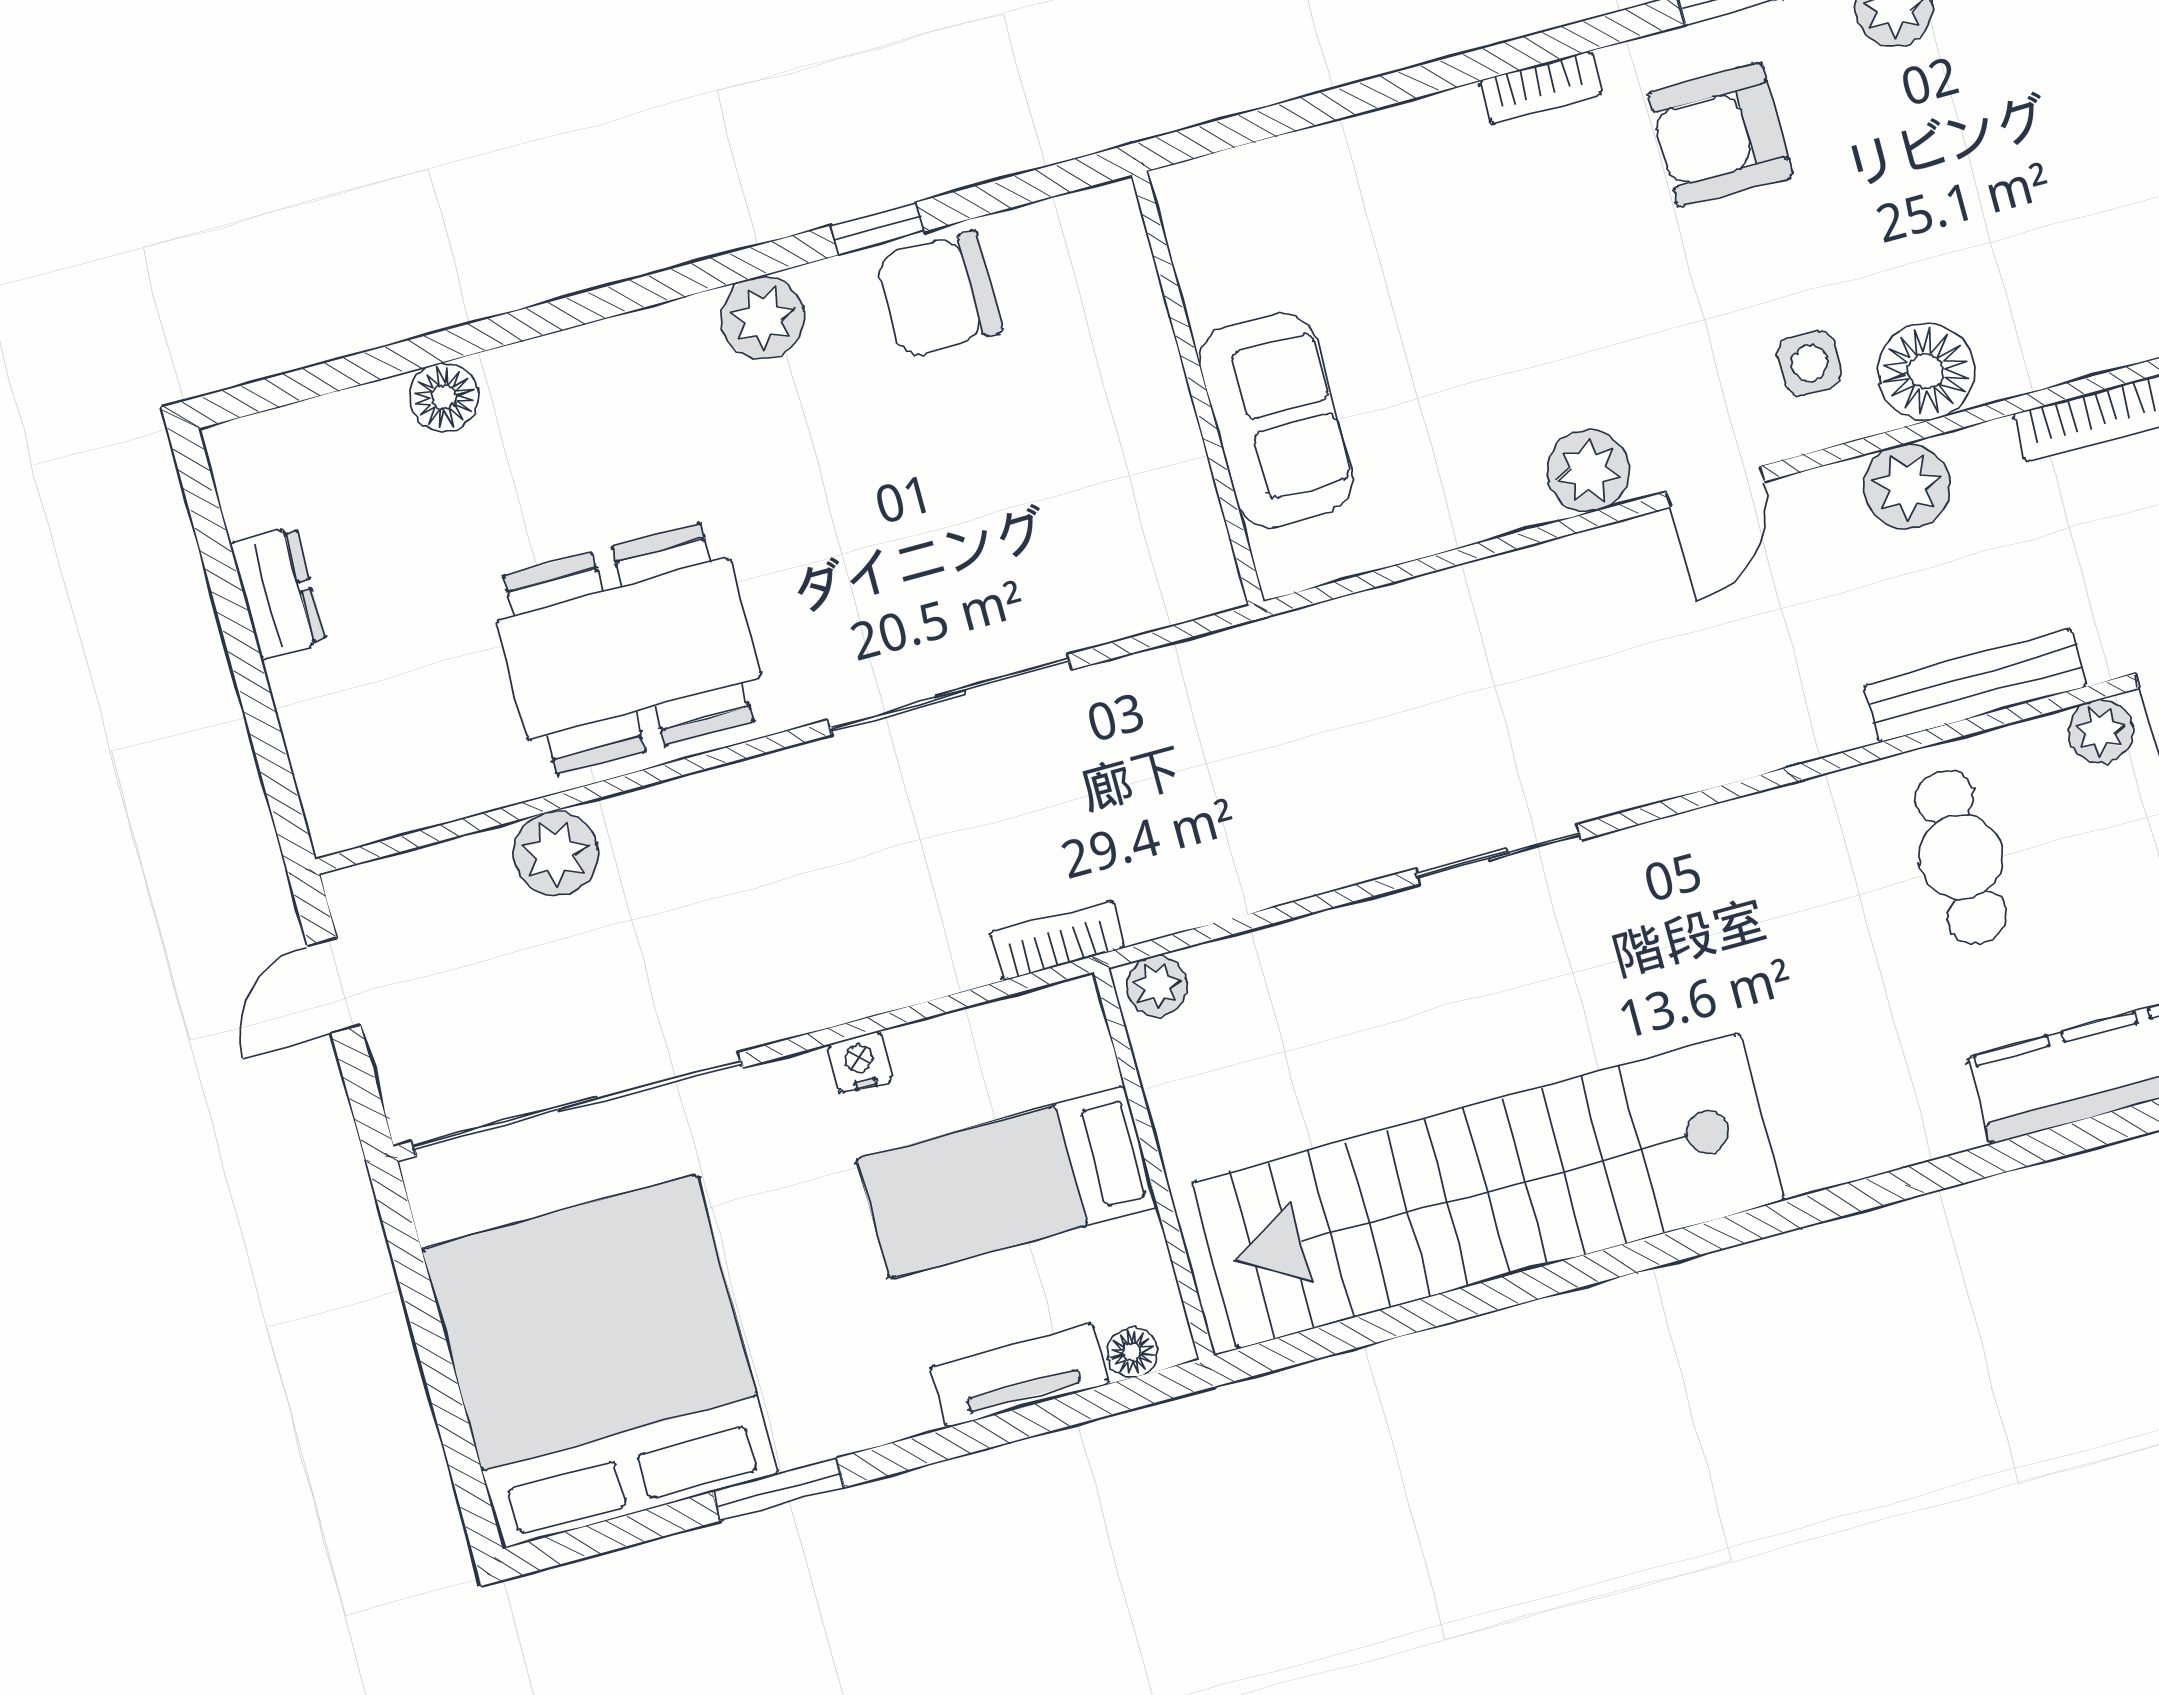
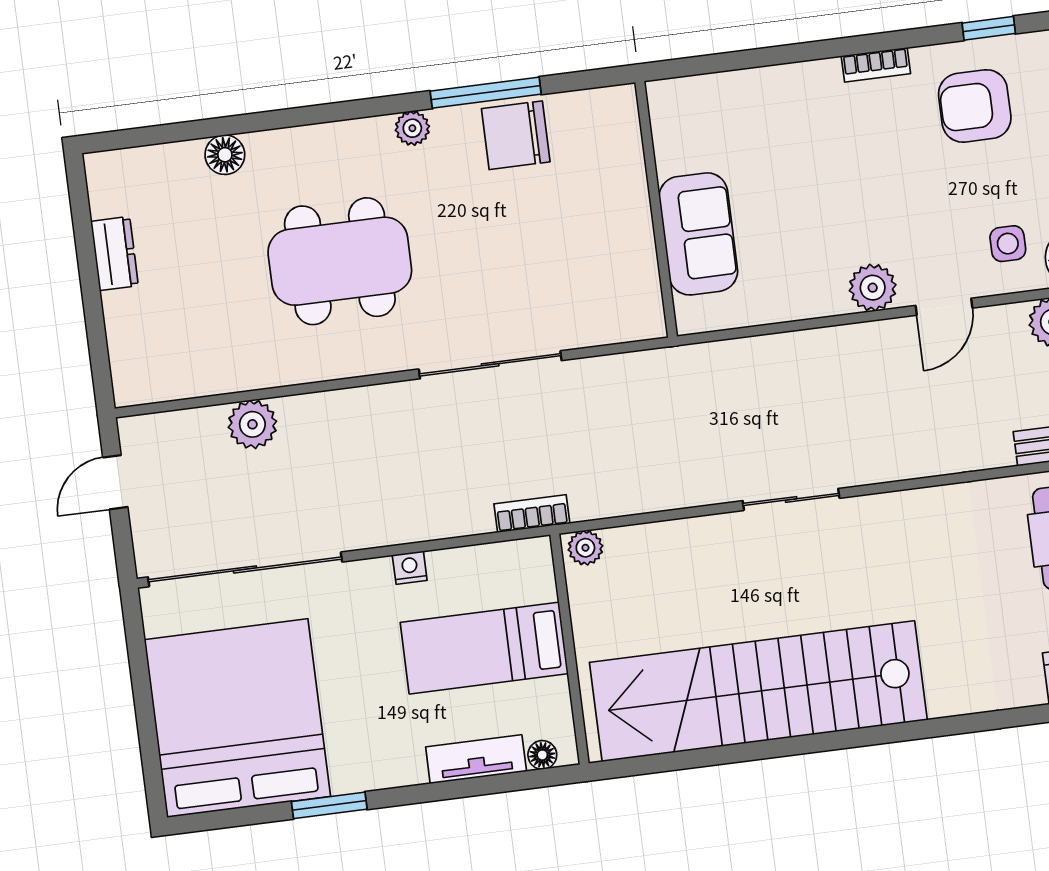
window: (877, 228) -> (486, 93), width x2.17
plant: (763, 318) -> (412, 128), width x0.73, depth x0.73
dining table: (629, 649) -> (340, 261), moved

